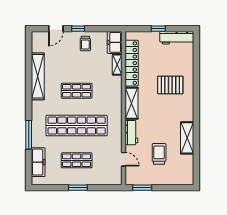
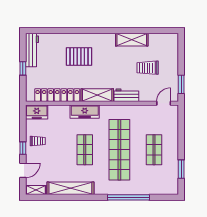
door: (56, 29) -> (23, 170), hinge flipped
shelving: (117, 65) -> (36, 190), moved
pallet: (170, 85) -> (79, 56), turned 90
window: (29, 135) -> (129, 197), width x1.46
door: (123, 159) -> (164, 103), moved
freezer: (38, 162) -> (85, 112), moved, turned 180
window: (78, 188) -> (181, 169), moved

